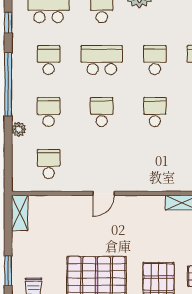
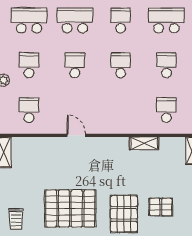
school desk: (49, 60) -> (29, 20), width x1.85
door: (104, 193) -> (76, 135), swing flipped

